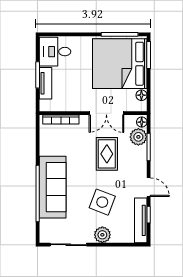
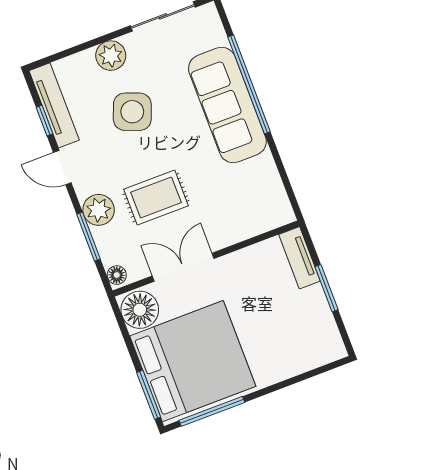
desk: (55, 52) -> (312, 340), removed
tv unit: (45, 83) -> (299, 258), moved
floor lamp: (141, 95) -> (140, 310), width x1.89, depth x1.89
bookcase: (61, 120) -> (257, 227), removed
plant: (138, 137) -> (99, 210), moved
rug: (107, 154) -> (156, 197), turned 90

